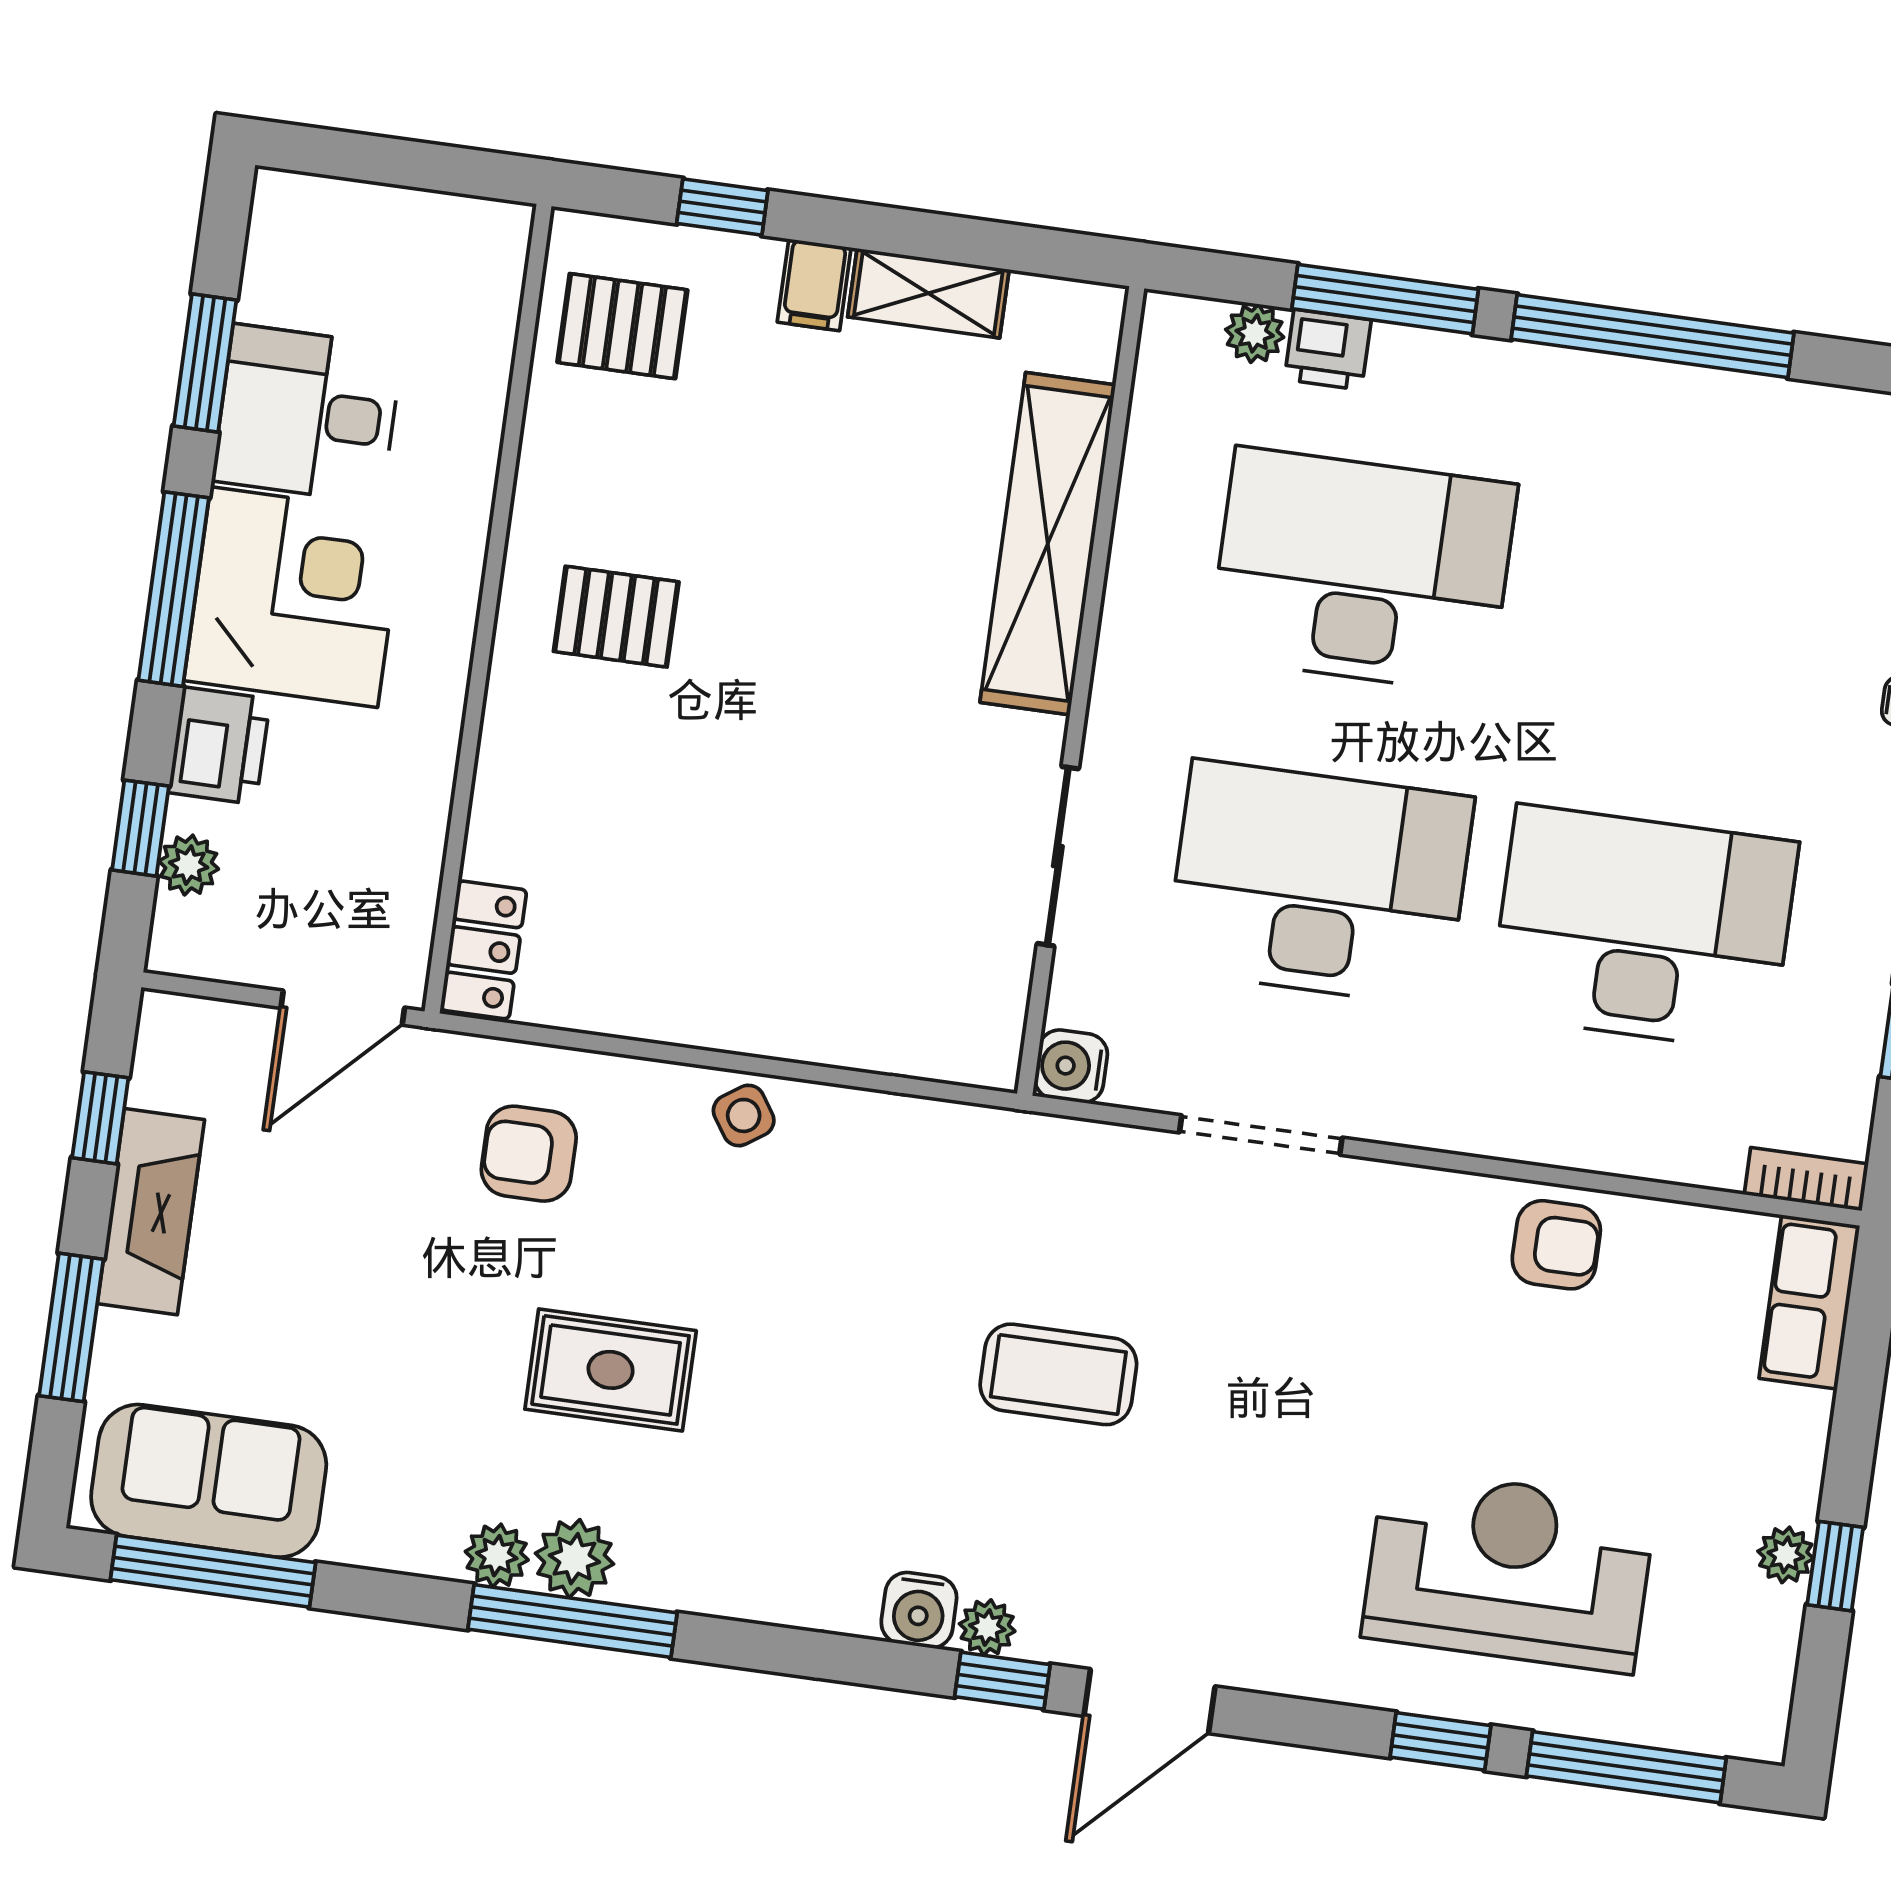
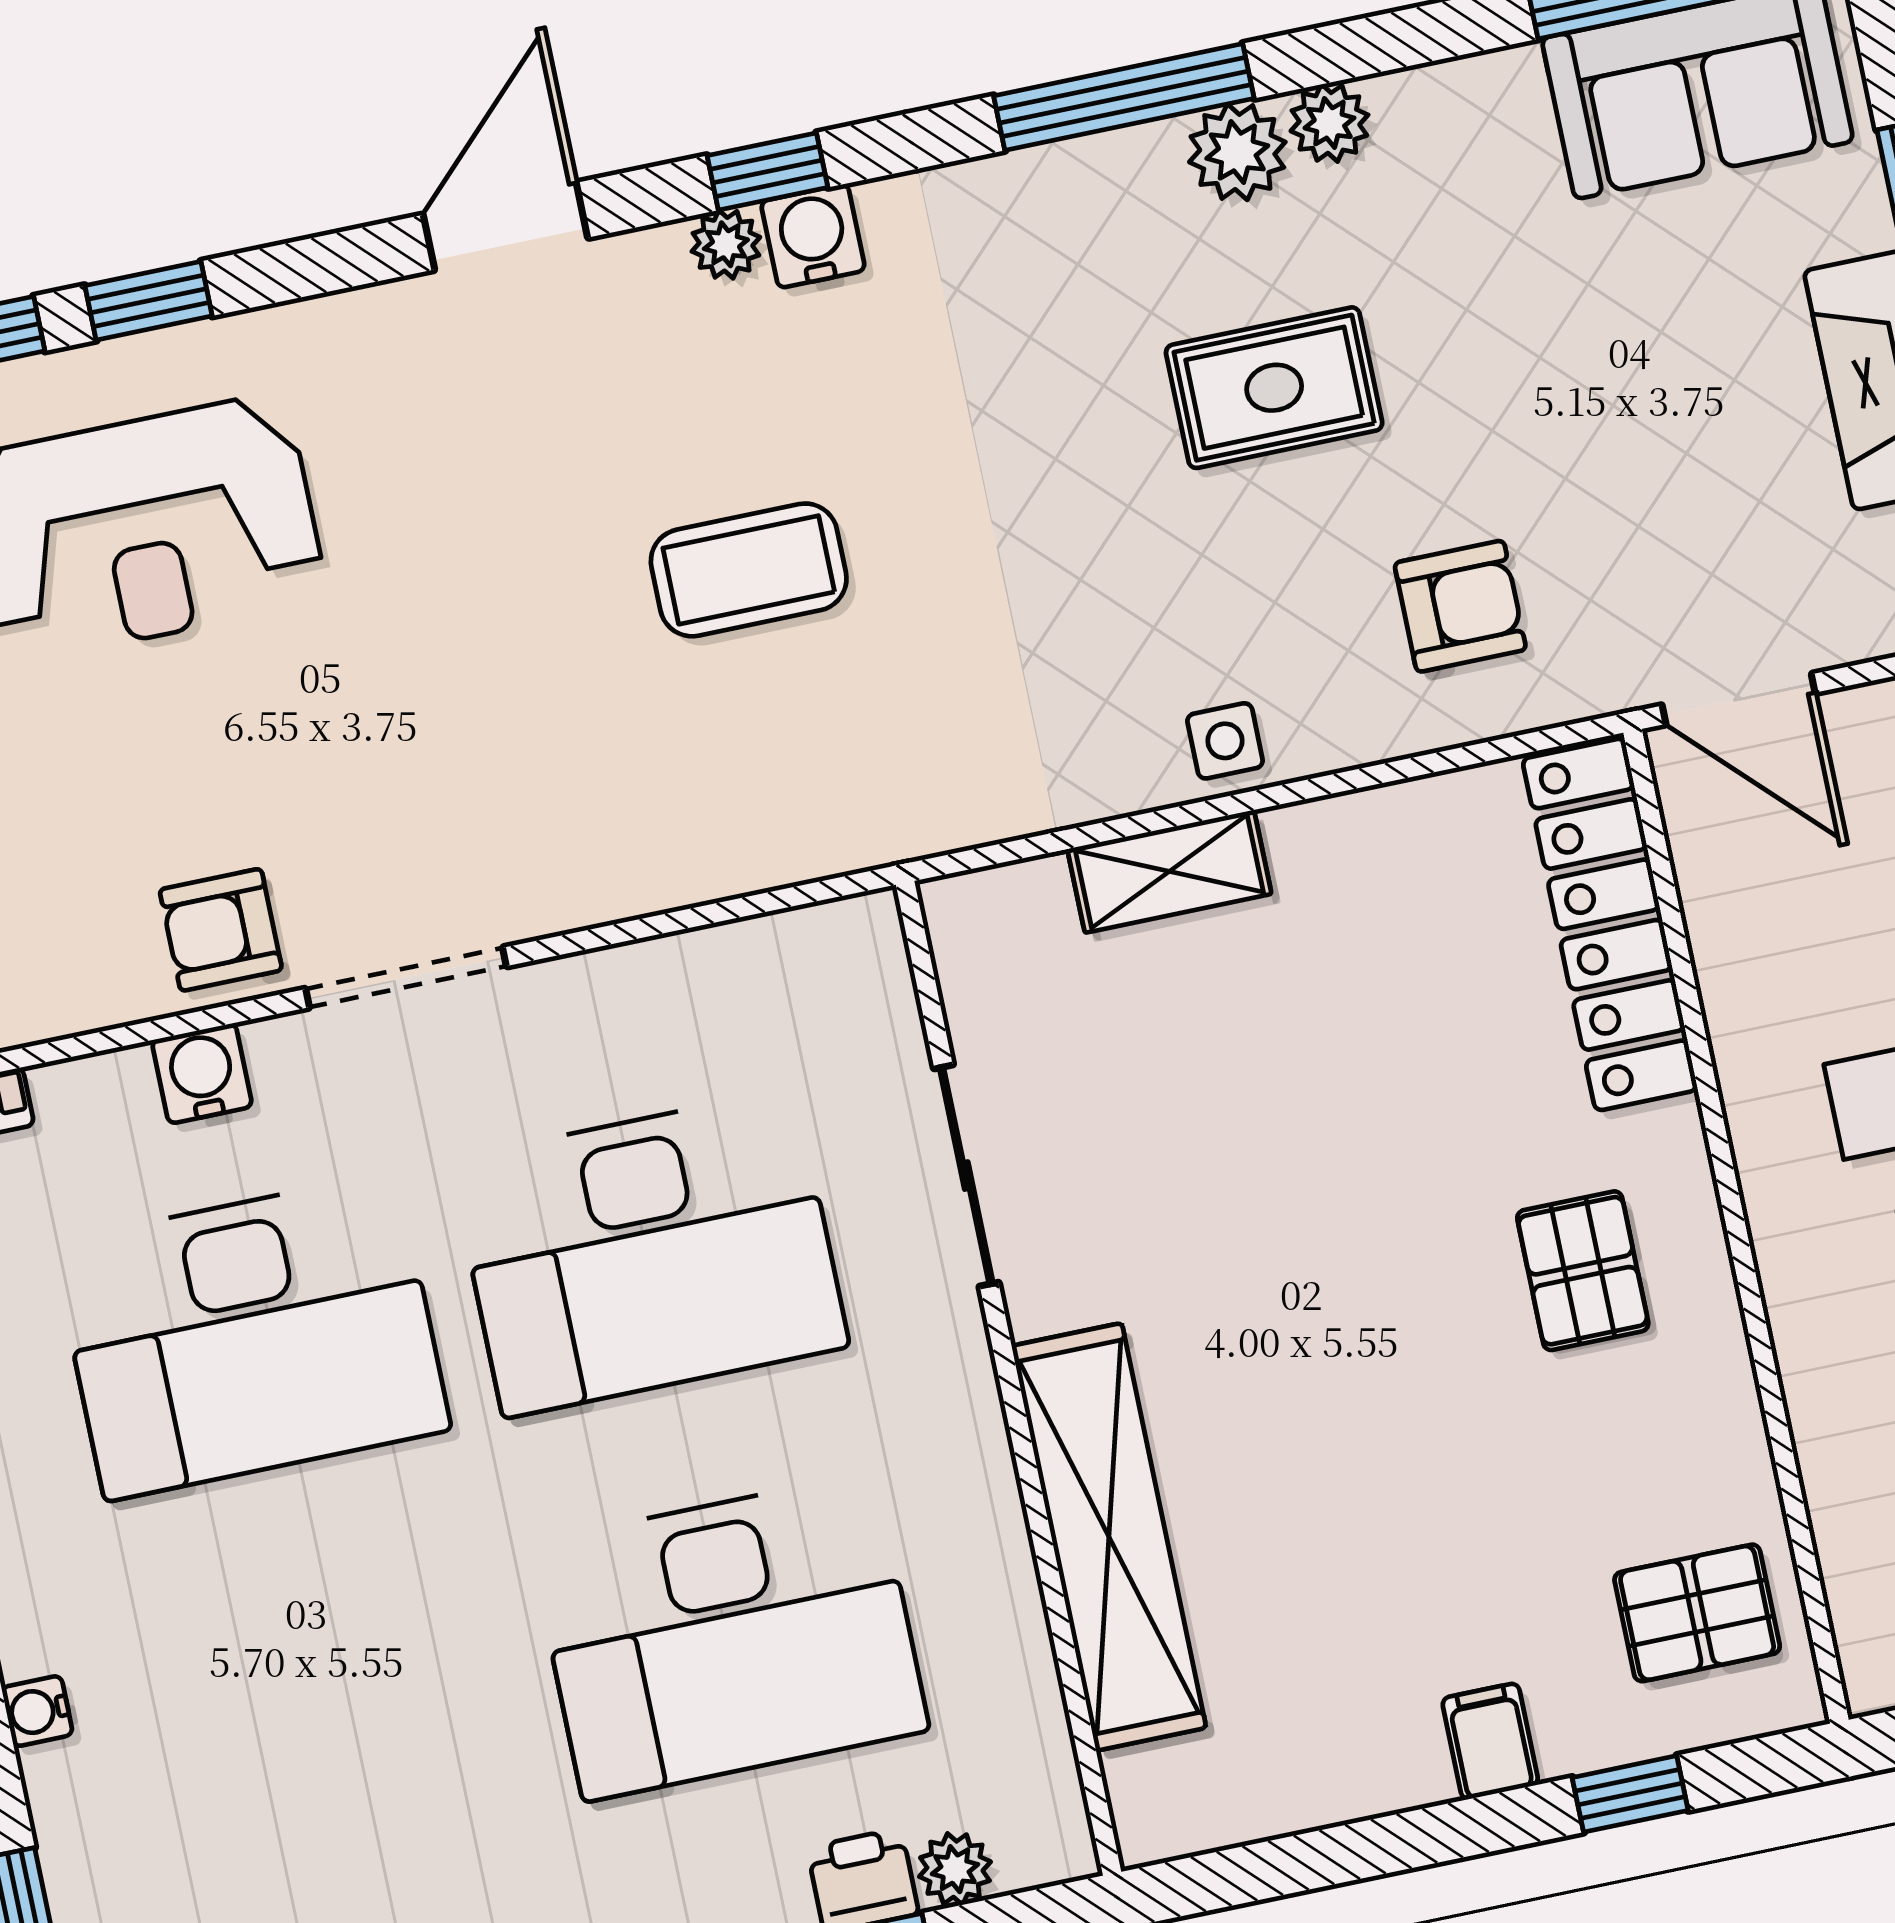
shelving: (928, 293) -> (1169, 871), moved
pallet: (616, 617) -> (1583, 1271), turned 90
locker: (483, 950) -> (1610, 924), width x2.16, depth x1.21
door: (343, 1008) -> (1739, 699), swing flipped
water cooler: (1071, 1066) -> (202, 1073), moved, turned -90
side table: (744, 1115) -> (1225, 741), turned 34
doorway: (1261, 1135) -> (406, 978), moved
window: (573, 1621) -> (1124, 97), moved
window: (1002, 1681) -> (767, 171), moved

